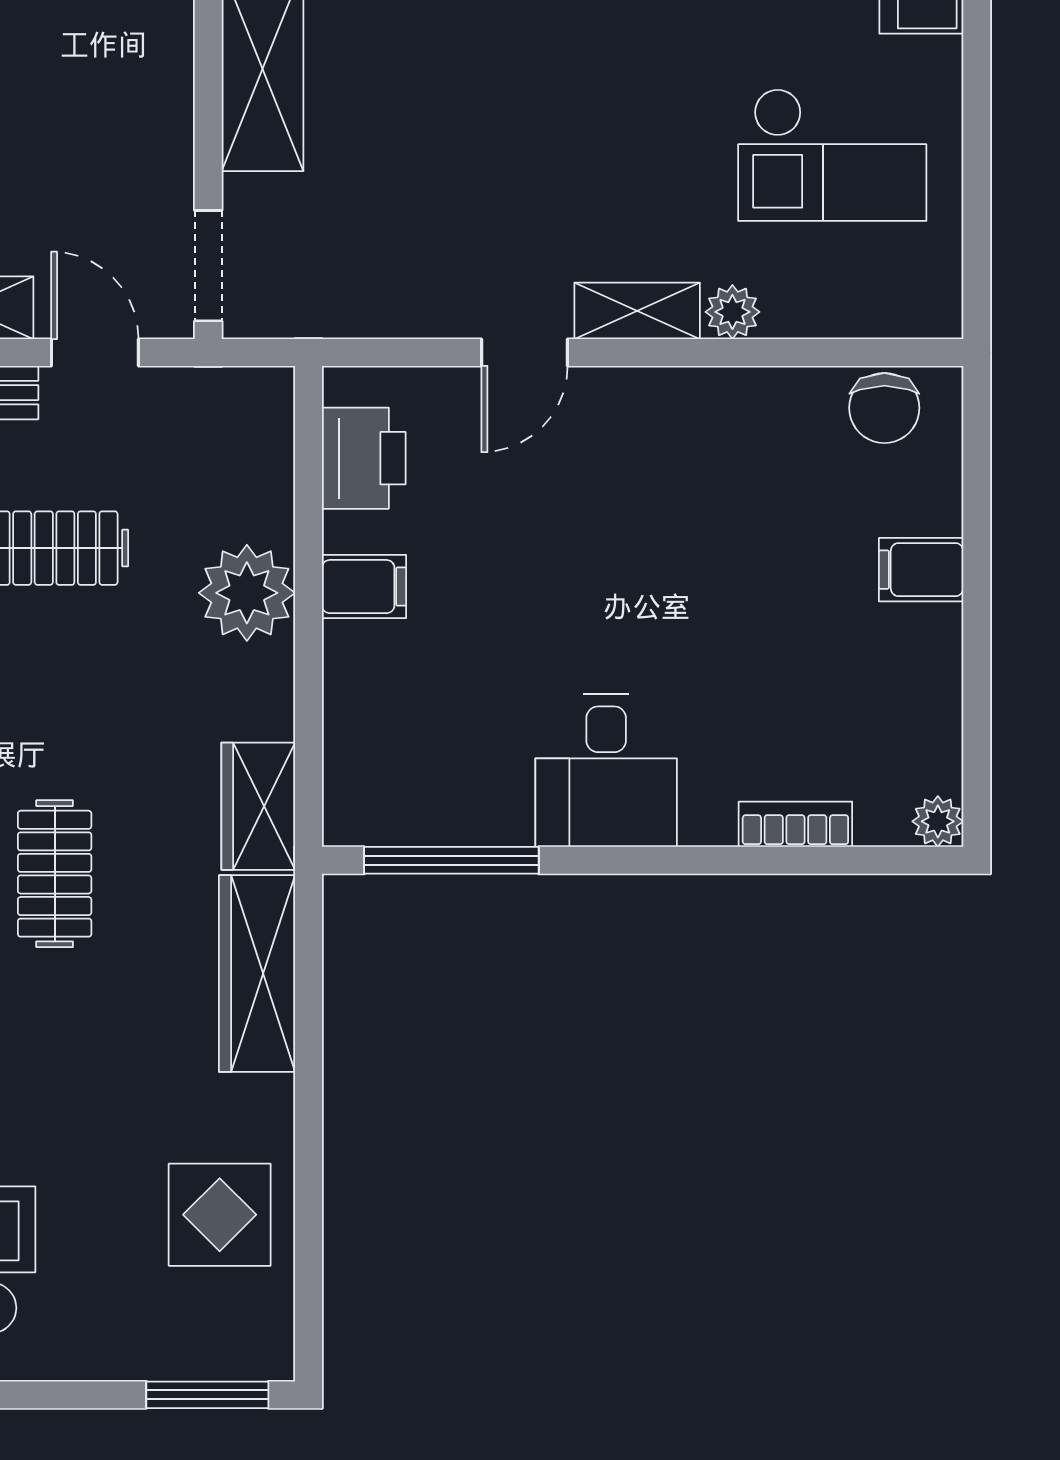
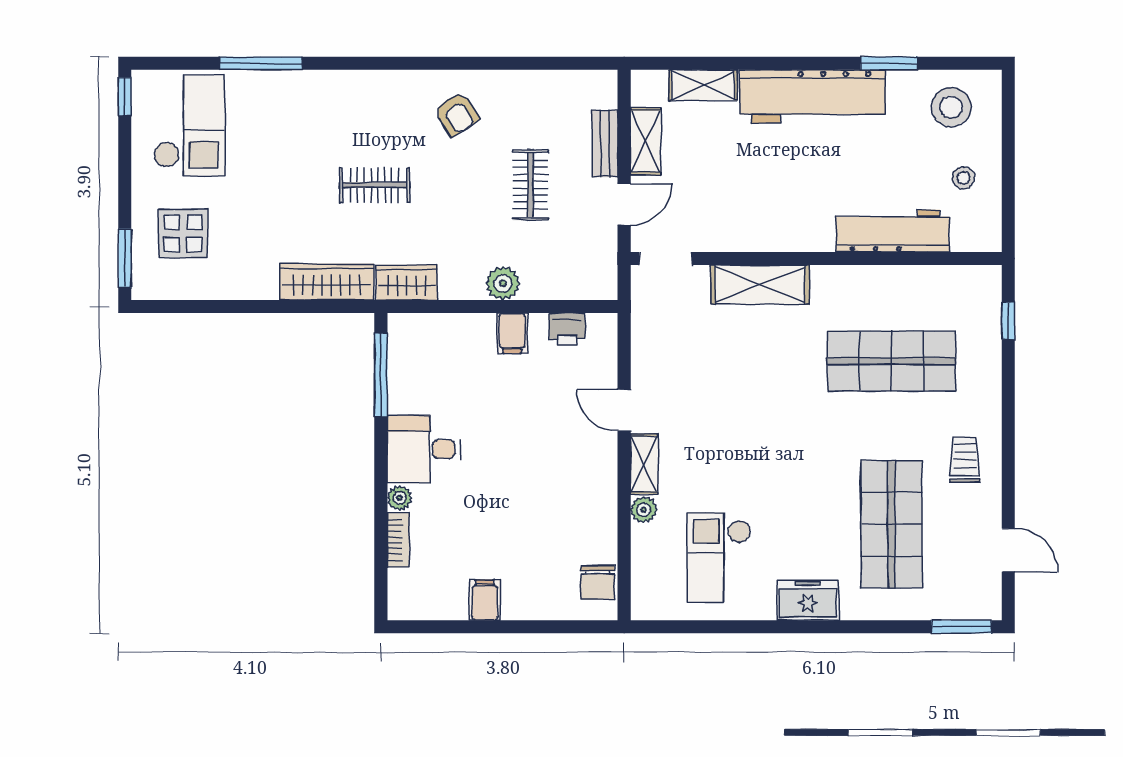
chair: (884, 408) -> (598, 582), turned -90
printer: (364, 458) -> (567, 329), width x0.73, depth x0.81
filing cabinet: (921, 570) -> (485, 600), moved
plant: (247, 593) -> (503, 283), width x0.73, depth x0.73
plant: (938, 821) -> (400, 498), moved
display table: (220, 1215) -> (183, 233), moved

